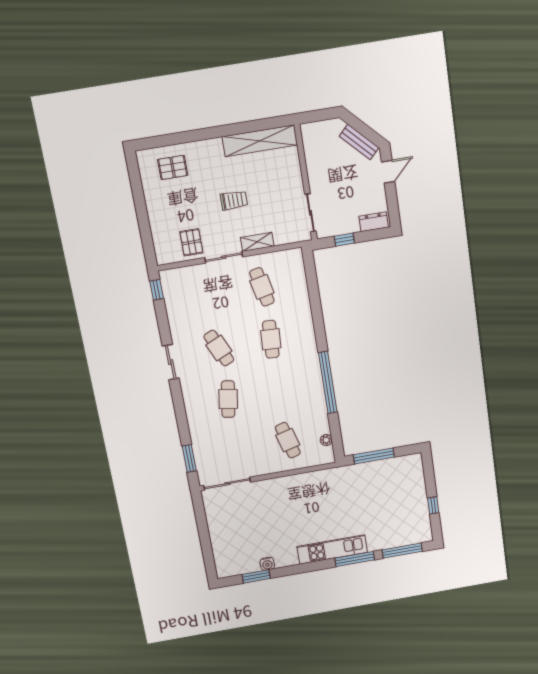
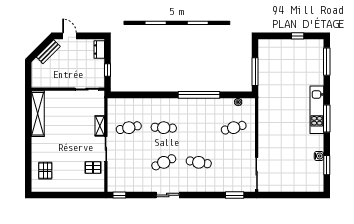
trolley: (234, 200) -> (71, 136), removed
window: (355, 559) -> (327, 118), moved

